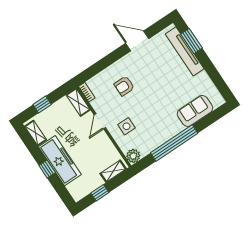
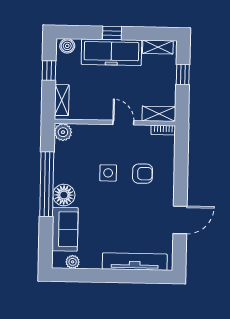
window: (192, 41) -> (140, 276), removed
armchair: (124, 86) -> (143, 174), turned 90
plant: (213, 91) -> (73, 262), added
side table: (127, 126) -> (108, 173), moved
floor lamp: (173, 127) -> (64, 195), added
boiler: (76, 192) -> (67, 46), added

